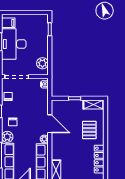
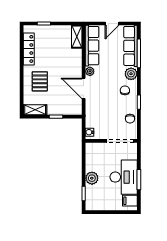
plant: (42, 63) -> (92, 178), moved

